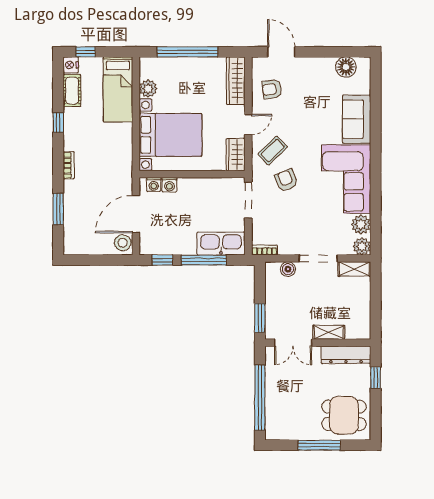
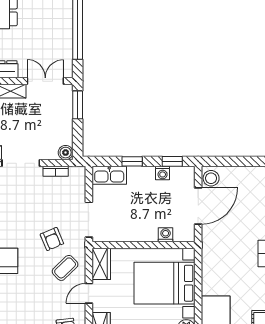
washing machine: (154, 184) -> (163, 173), moved, turned 180
kitchen sink: (221, 244) -> (109, 175), width x0.73, depth x0.81
bookcase: (264, 250) -> (56, 171), moved
window: (204, 260) -> (132, 161), width x0.46
boiler: (288, 269) -> (66, 153), moved

